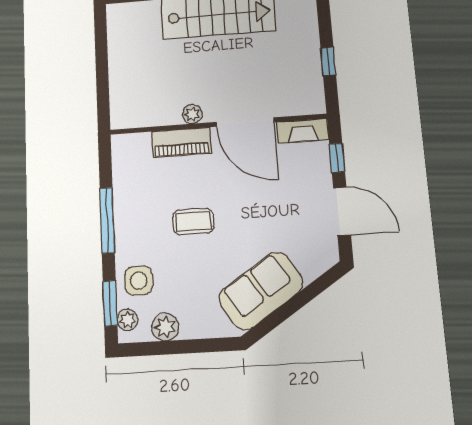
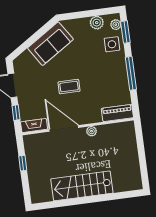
piano: (181, 142) -> (117, 113), moved
coffee table: (193, 222) -> (69, 87), moved

